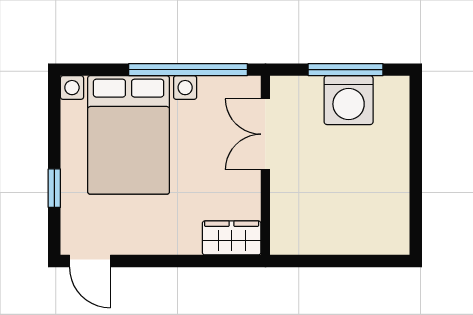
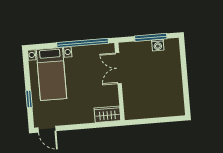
washing machine: (349, 100) -> (158, 45), width x0.53, depth x0.53
bed with nightstands: (129, 135) -> (51, 74), width x0.73

